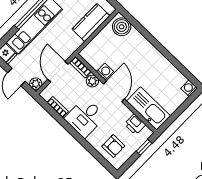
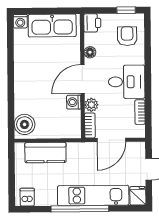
plant: (36, 84) -> (139, 148), removed
kitchen sink: (149, 108) -> (52, 26), moved, turned -90
floor lamp: (126, 113) -> (90, 52), added
printer: (135, 124) -> (92, 23), moved
window: (144, 147) -> (126, 10), moved

